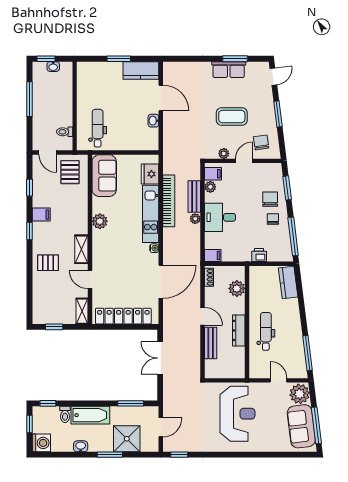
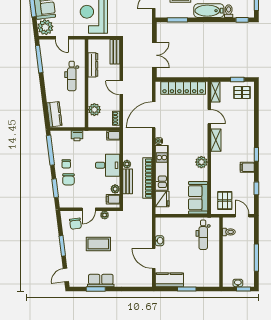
pallet: (48, 263) -> (242, 93), moved
dresser: (239, 330) -> (93, 65), moved
bench: (211, 343) -> (115, 52), moved

